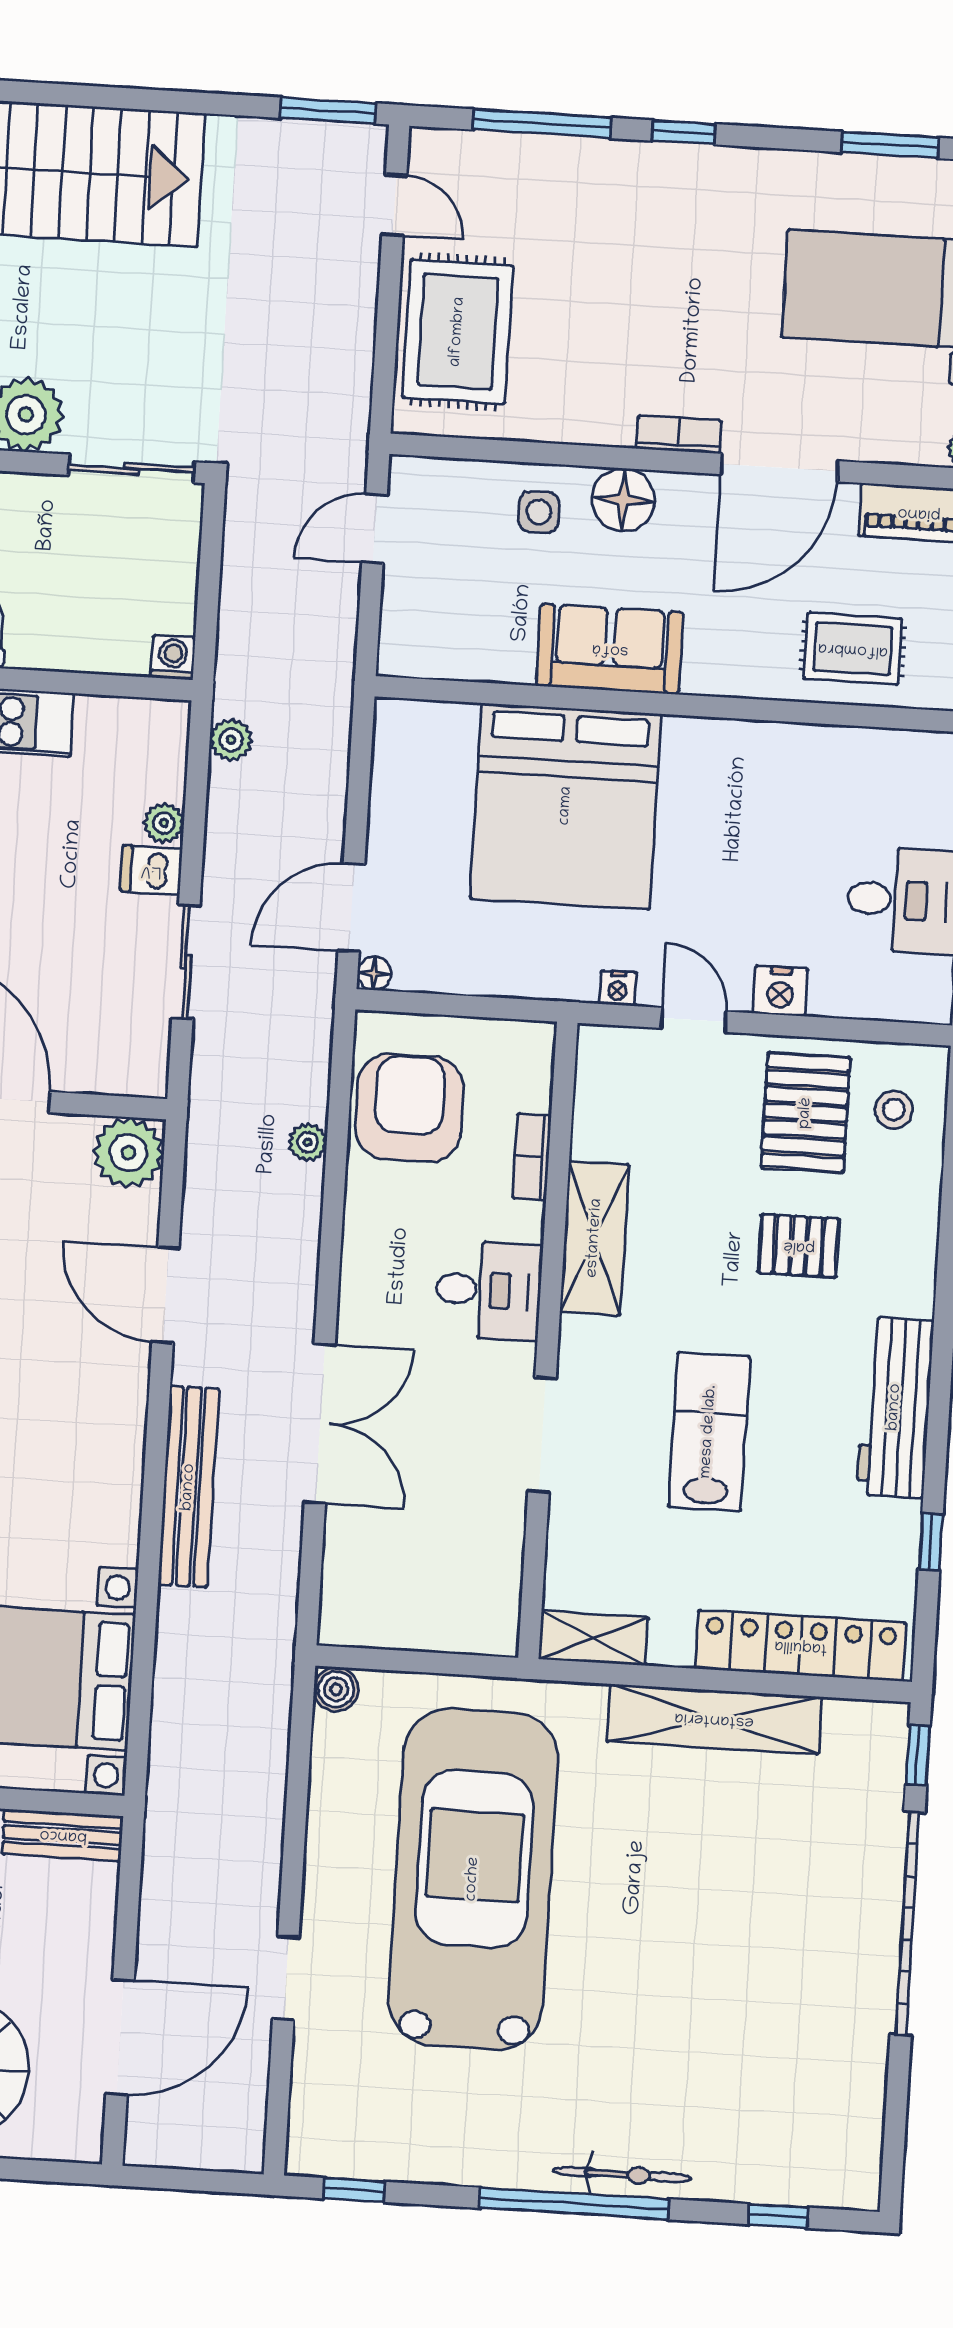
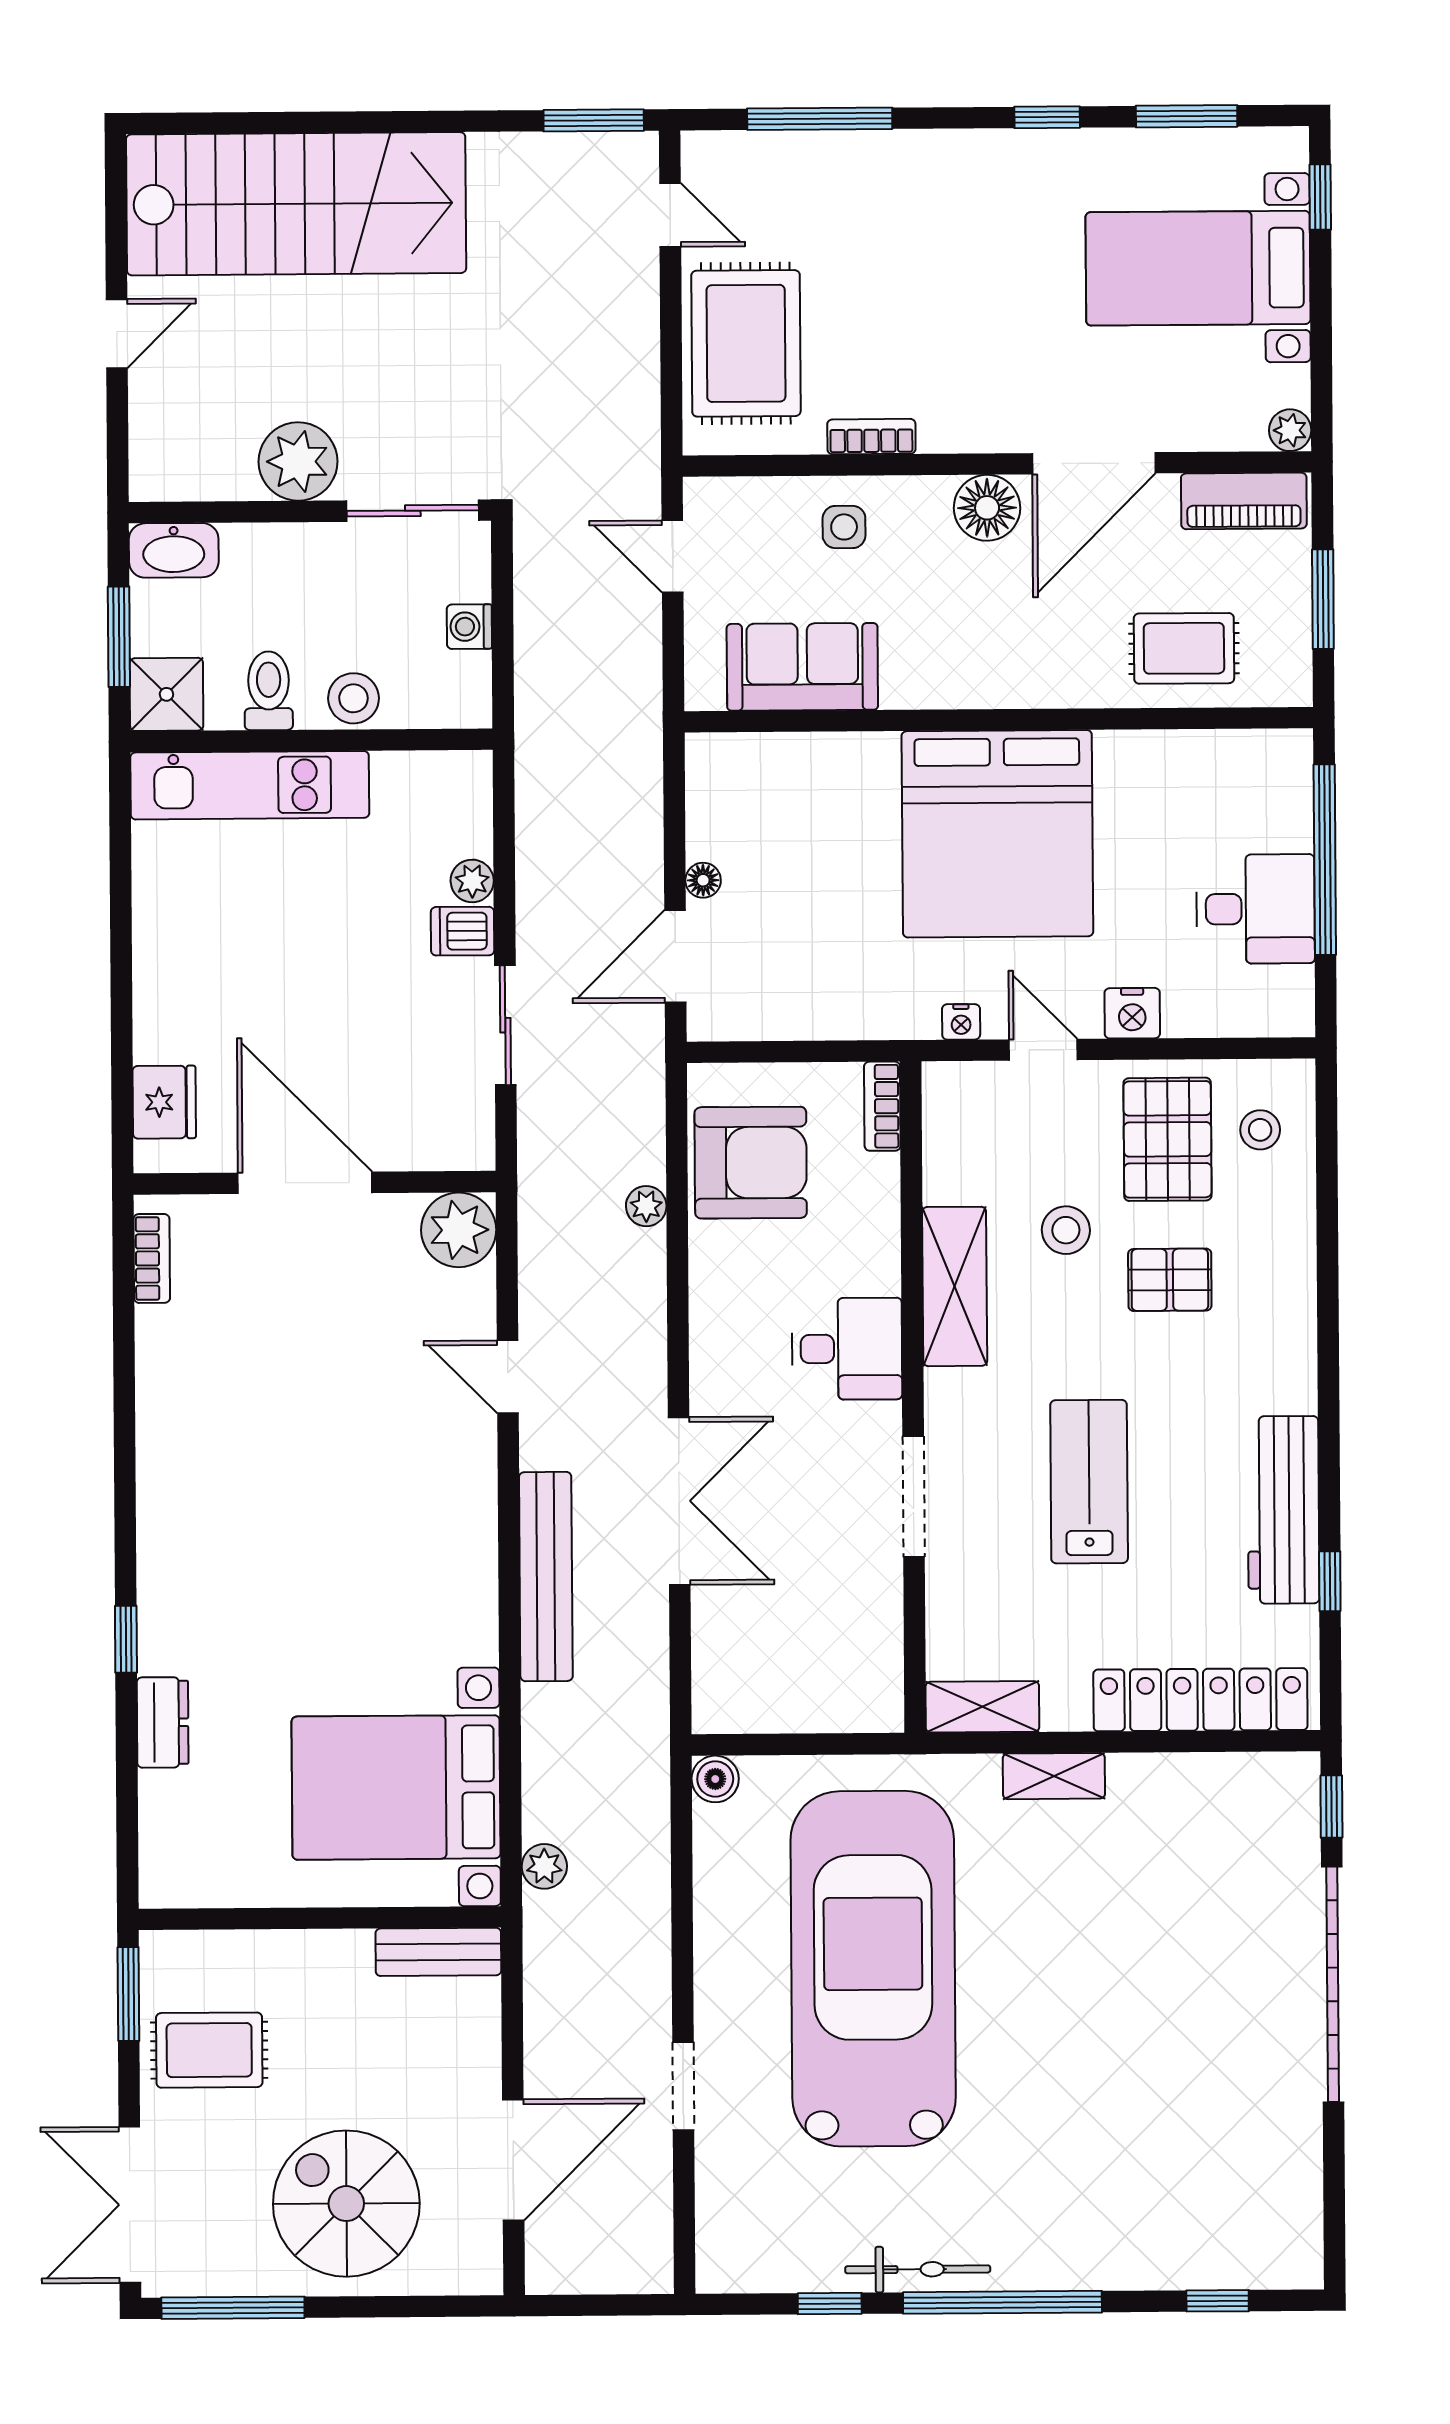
window: (684, 132) -> (1047, 117), moved
bookcase: (679, 435) -> (871, 437), moved
floor lamp: (623, 500) -> (987, 508), moved
door: (374, 529) -> (673, 556), hinge flipped
stool: (63, 642) -> (353, 698), added
sofa: (610, 649) -> (802, 667), moved
washing machine: (173, 658) -> (469, 627), moved, turned -90
plant: (231, 740) -> (544, 1866), moved
bed: (566, 806) -> (997, 834), moved
floor lamp: (374, 973) -> (703, 880), moved
armchair: (409, 1108) -> (751, 1163), turned 90
bookcase: (532, 1157) -> (882, 1106), moved
stool: (704, 1192) -> (1066, 1230), added
door: (165, 1295) -> (508, 1377), width x0.73
workbench: (895, 1407) -> (1283, 1510), moved
shelving: (714, 1719) -> (1054, 1776), width x0.45, depth x0.75
bicycle: (622, 2174) -> (918, 2269), moved
window: (354, 2190) -> (830, 2304), moved

